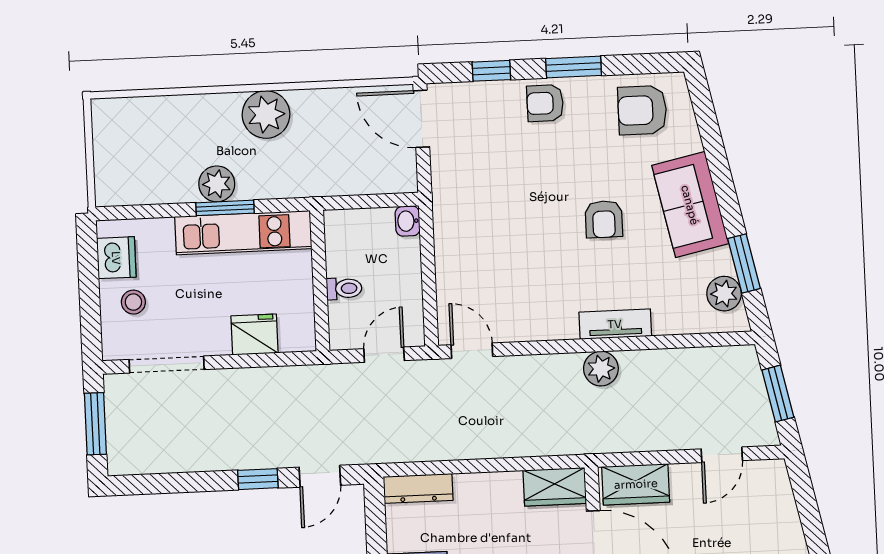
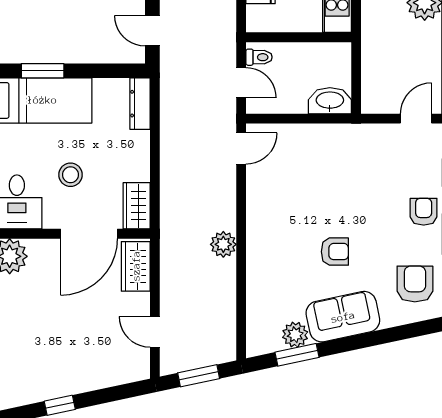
door: (421, 119) -> (416, 119), width x0.73
armchair: (604, 219) -> (335, 252), turned 180
washbasin: (408, 221) -> (330, 101), width x1.91, depth x1.45
toilet: (344, 289) -> (259, 57), moved, turned -90
plant: (724, 294) -> (295, 335), moved
tv unit: (615, 324) -> (256, 257), removed

